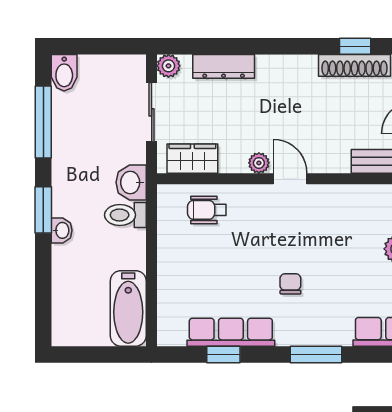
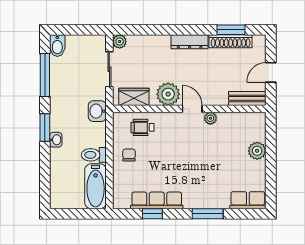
window: (355, 46) -> (231, 30), width x1.50
dresser: (224, 66) -> (190, 42), moved
plant: (259, 163) -> (168, 94), width x1.88, depth x1.88
plant: (321, 195) -> (210, 118), added
toilet: (125, 215) -> (94, 155), moved
chair: (290, 284) -> (129, 155), moved

